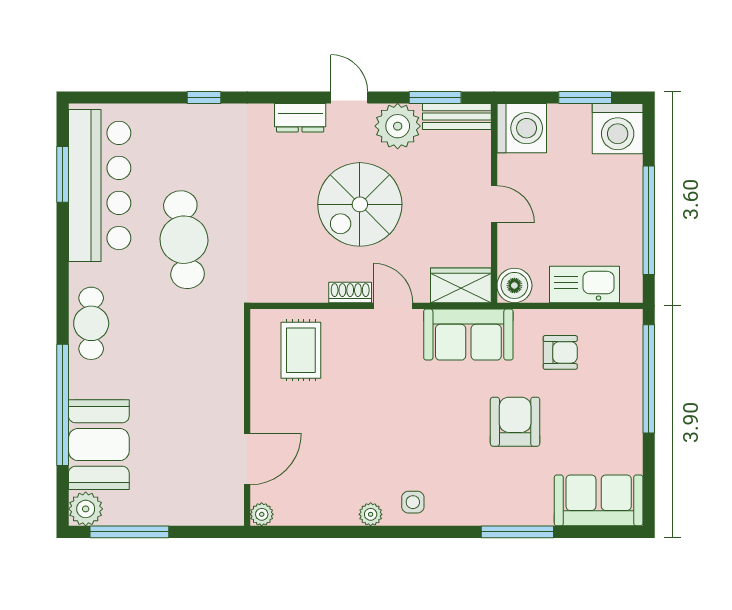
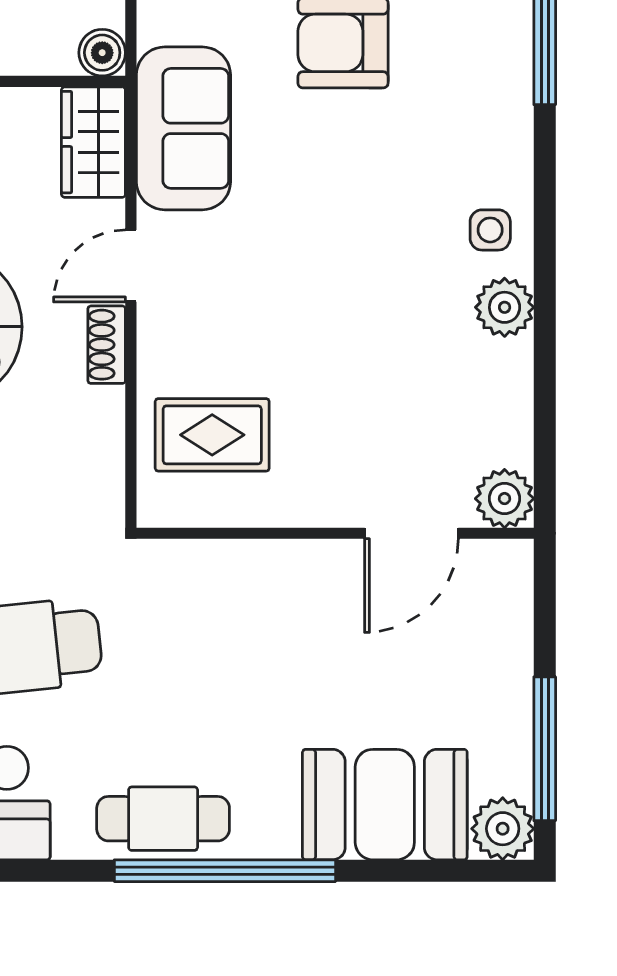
boiler: (514, 285) -> (102, 53), width x0.73, depth x0.73
window: (63, 405) -> (225, 871), moved
door: (247, 459) -> (411, 533), swing flipped
plant: (262, 514) -> (505, 499), width x1.38, depth x1.38
plant: (371, 514) -> (505, 307), width x1.38, depth x1.38

